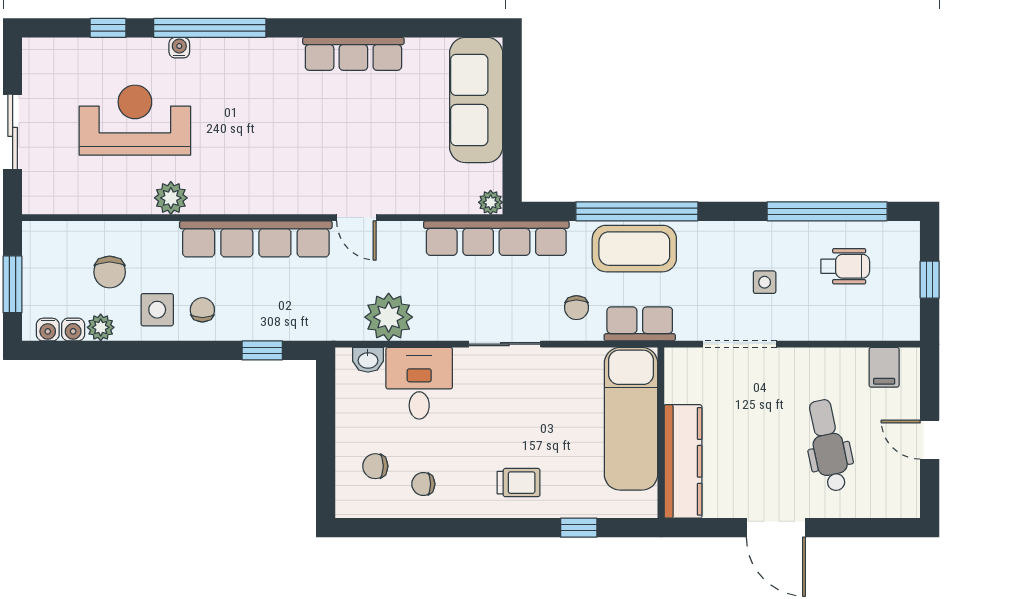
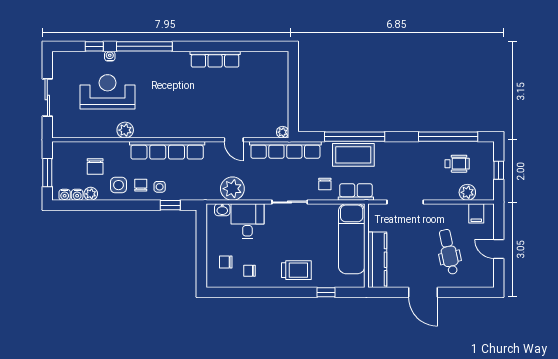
water cooler: (179, 48) -> (110, 56), moved
sofa: (476, 100) -> (275, 82), removed
door: (356, 218) -> (234, 140), moved
side table: (765, 282) -> (160, 187), moved
plant: (866, 324) -> (467, 192), added
trolley: (519, 483) -> (296, 270), width x1.36, depth x1.39

